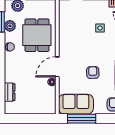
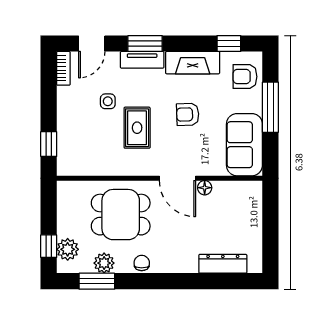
rug: (85, 44) -> (137, 128), added
dresser: (10, 92) -> (223, 264), width x1.44
window: (82, 119) -> (270, 107), moved

